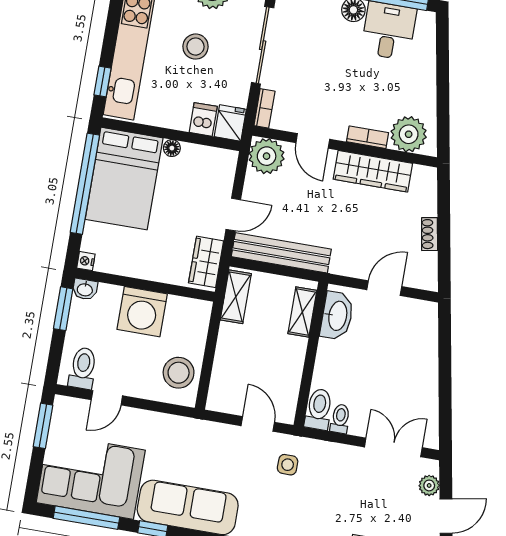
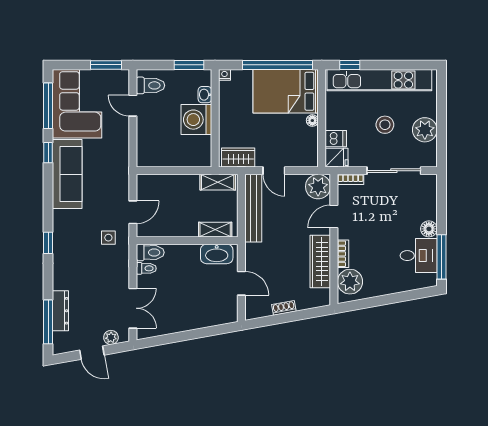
washbasin: (85, 289) -> (205, 95), moved
stool: (179, 373) -> (159, 152), removed

